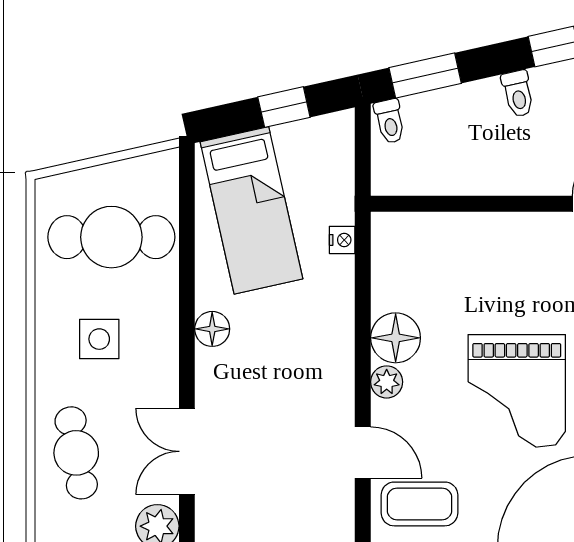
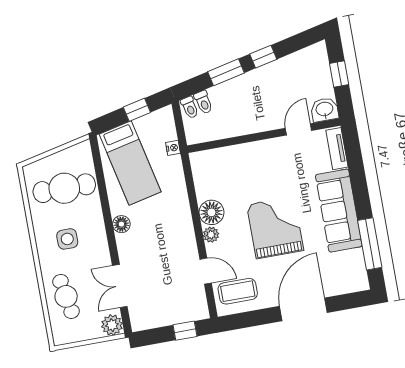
window: (425, 75) -> (226, 72), moved
toilet: (518, 94) -> (203, 102), moved
nightstand: (342, 240) -> (173, 148), moved
grand piano: (517, 391) -> (275, 228), turned 180

